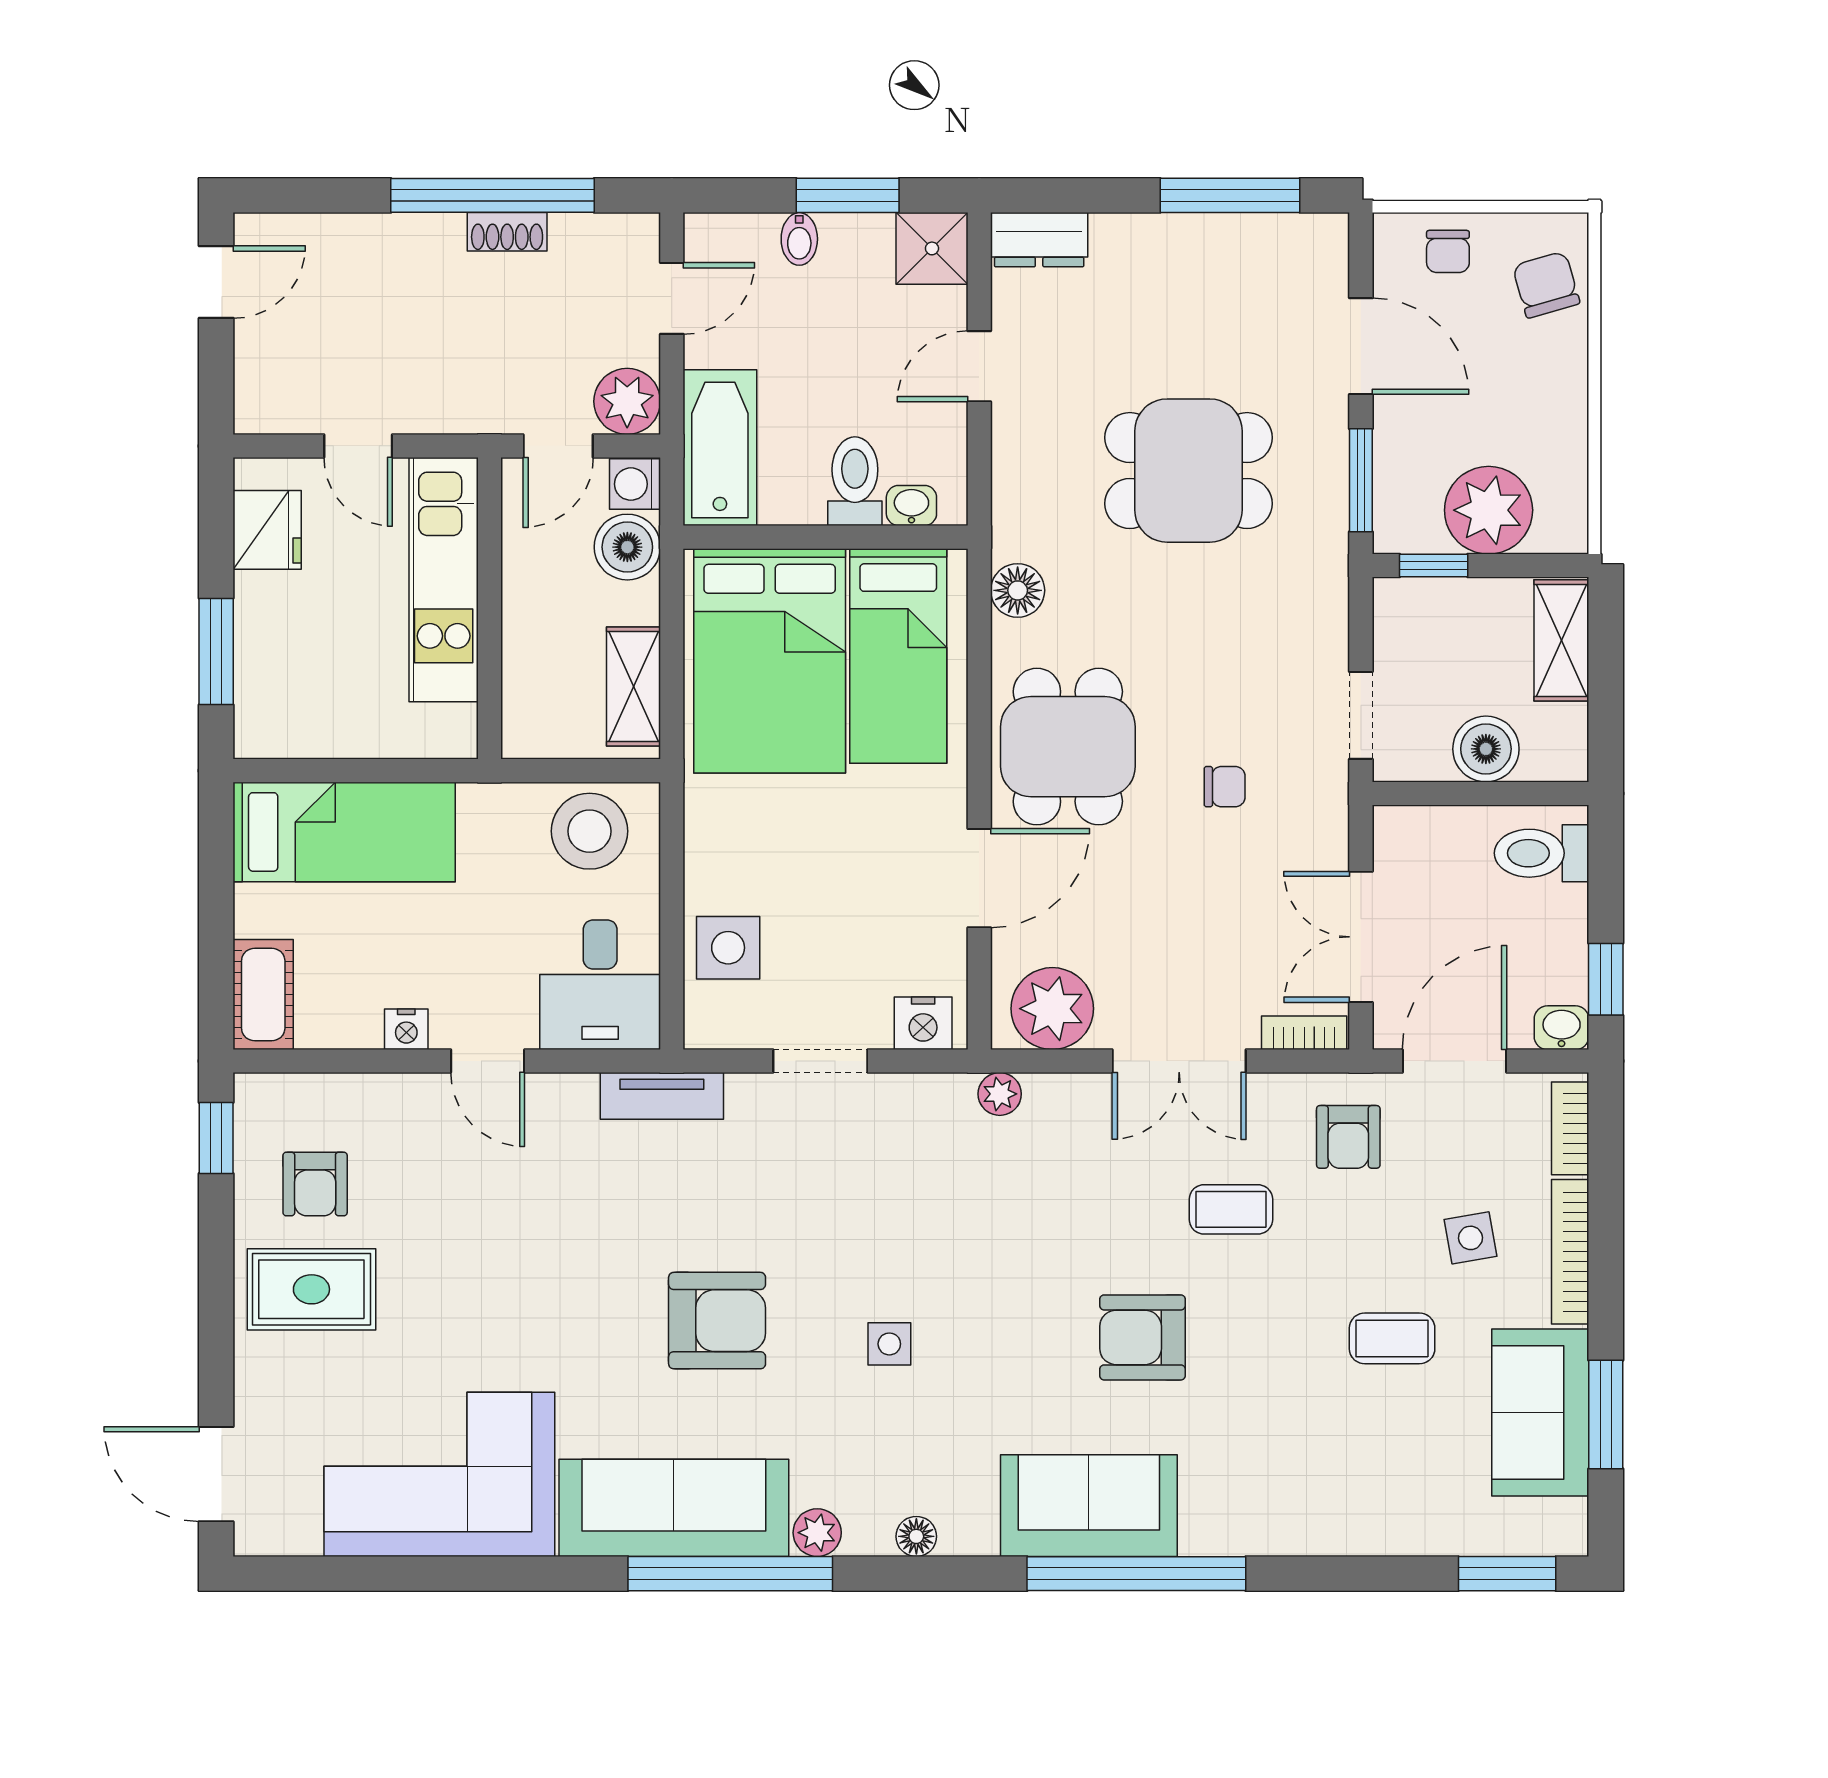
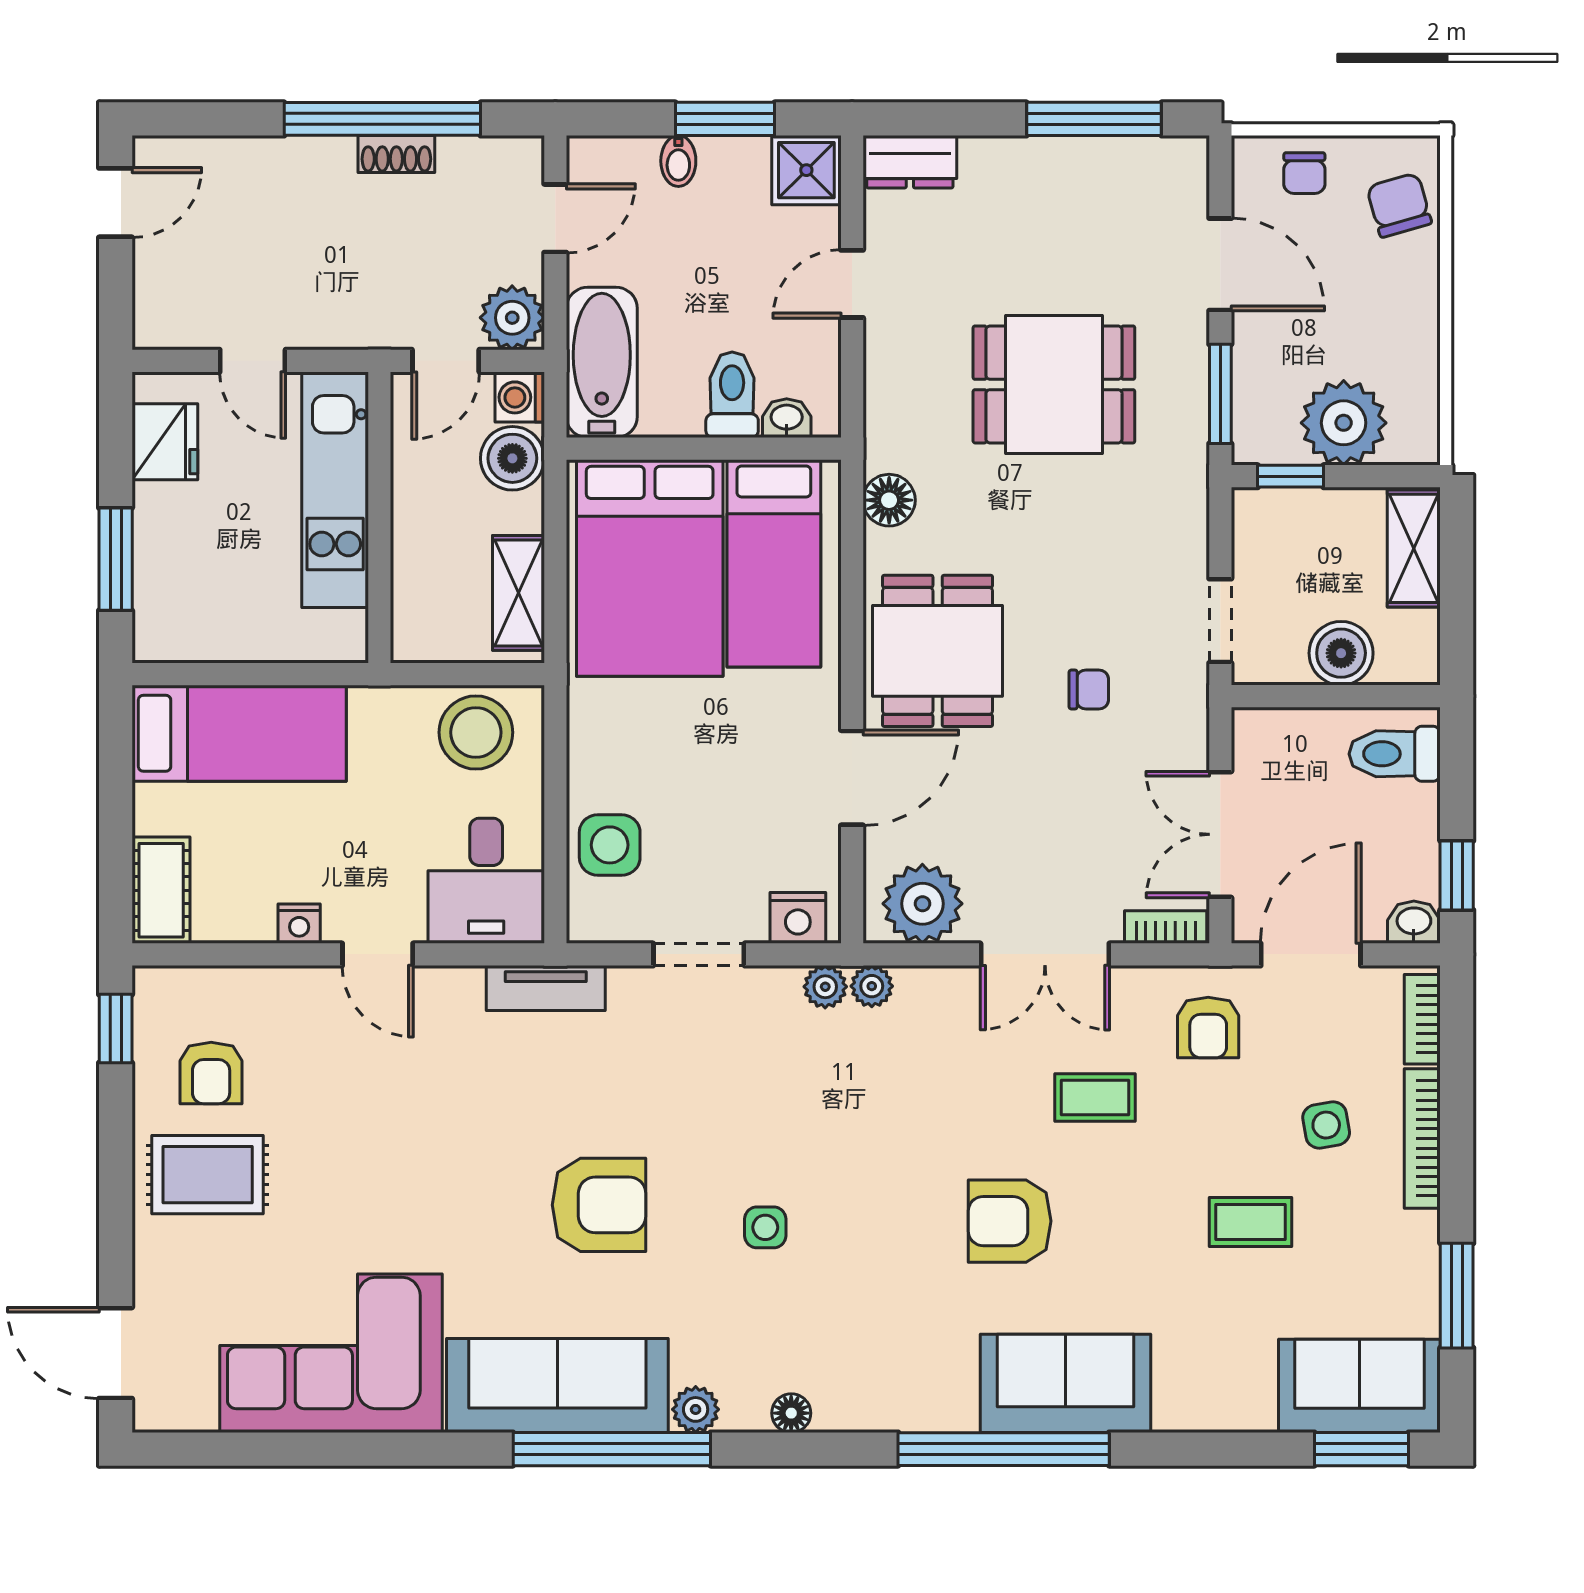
plant: (951, 1095) -> (825, 987), added
sofa: (1540, 1413) -> (1359, 1386), moved, turned 90
sofa: (1089, 1506) -> (1066, 1383), moved

